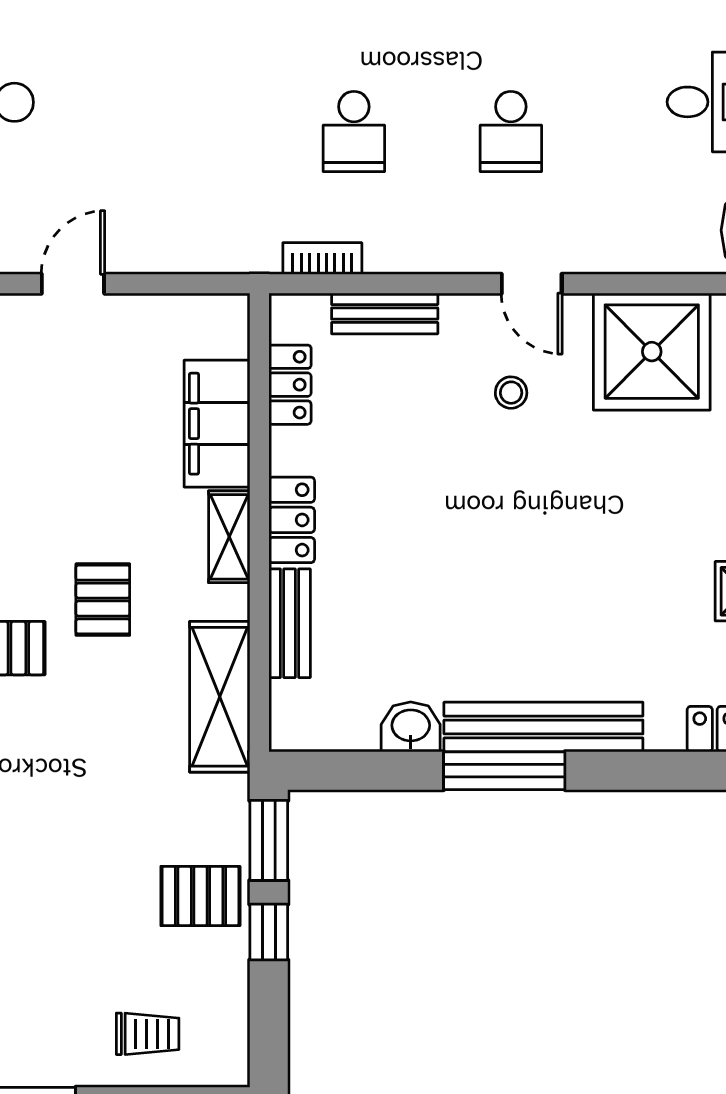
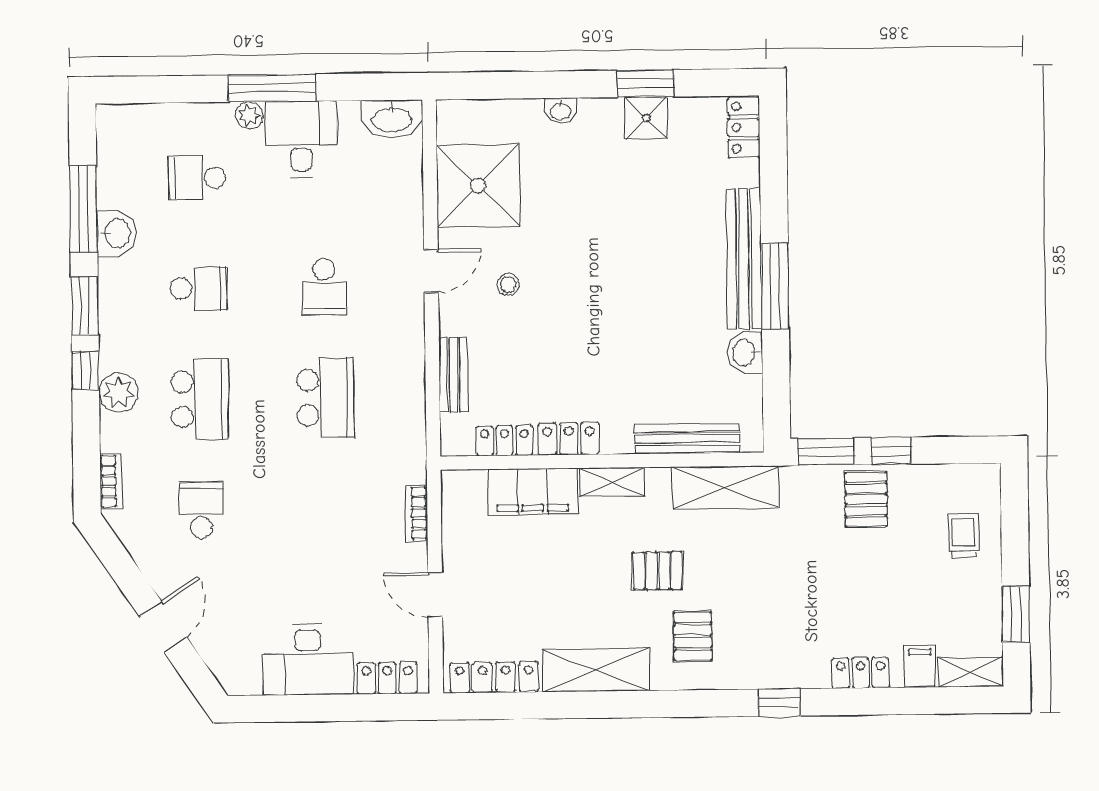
school desk: (354, 132) -> (325, 398), width x1.85
school desk: (511, 132) -> (324, 287), turned 90
bookcase: (322, 258) -> (416, 513), moved
locker: (292, 520) -> (569, 439), moved
bench: (290, 623) -> (687, 439), width x1.36

